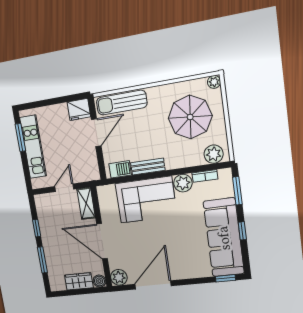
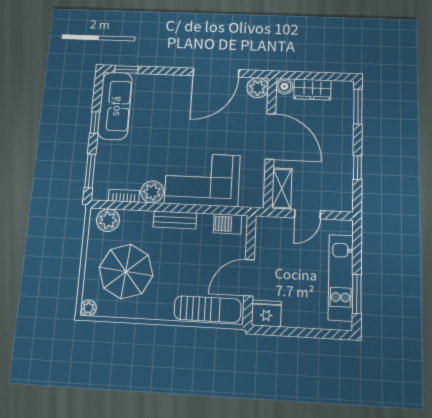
bench: (148, 166) -> (175, 220), moved
sofa: (224, 238) -> (115, 106), width x0.74, depth x0.79
window: (42, 260) -> (358, 107), moved

